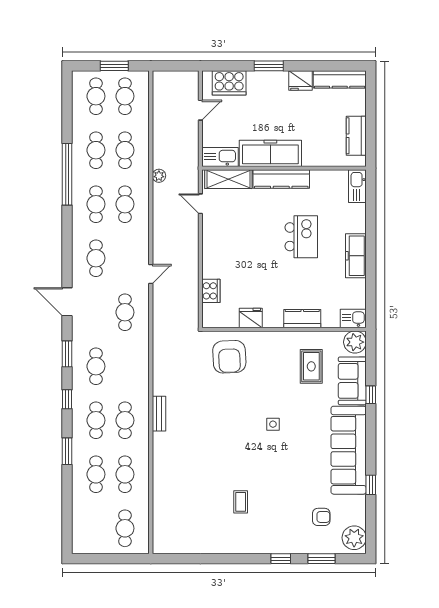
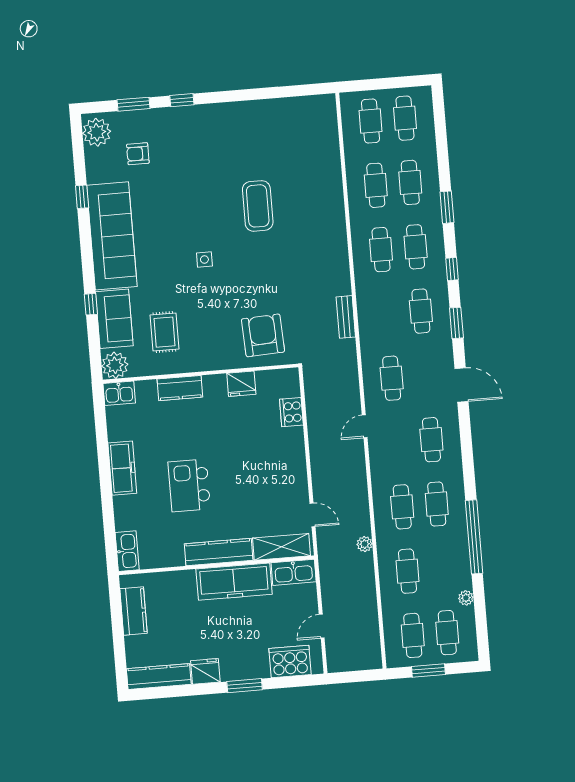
plant: (78, 124) -> (466, 598), added
cafe table: (96, 150) -> (405, 118), moved
bench: (159, 414) -> (346, 317), moved
coffee table: (241, 502) -> (258, 206), moved, width x1.86, depth x1.72

